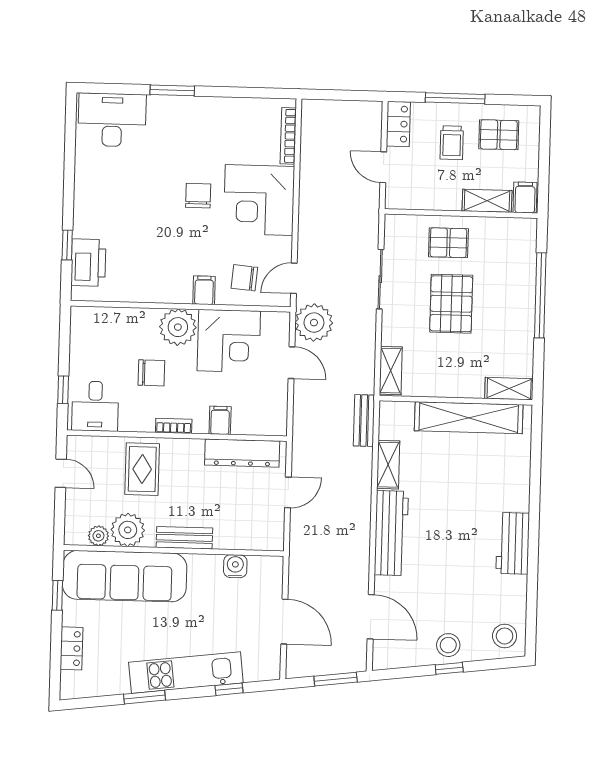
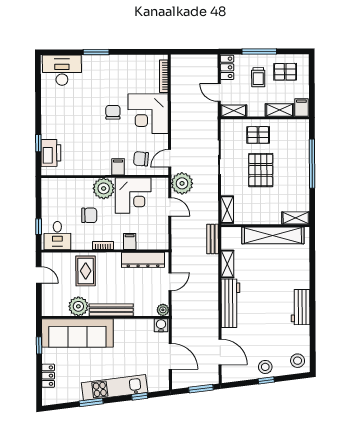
shelving: (407, 199) -> (234, 111), added
plant: (98, 536) -> (163, 310), moved
bench: (184, 538) -> (111, 310), width x1.36
water cooler: (235, 566) -> (161, 325), moved

